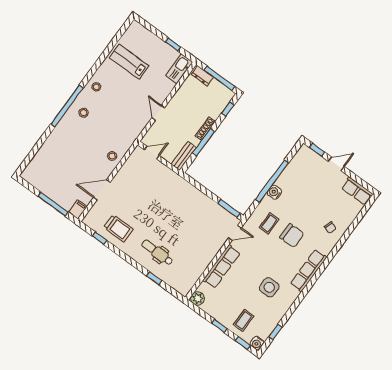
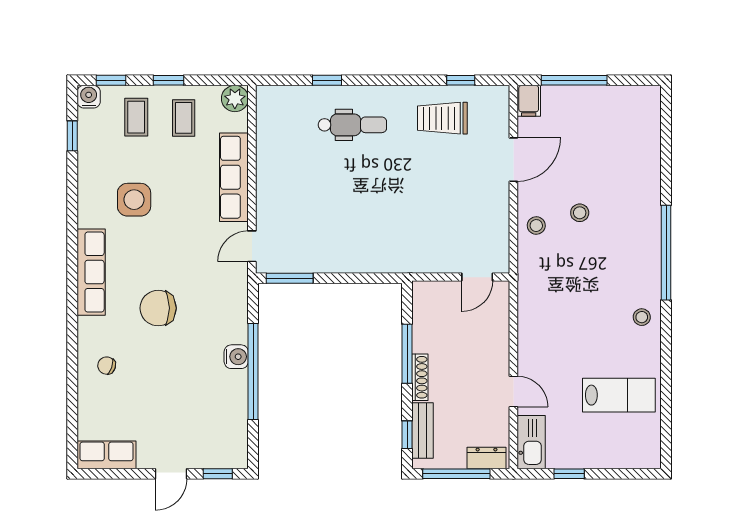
stool: (84, 113) -> (580, 213), moved
door: (158, 113) -> (513, 392), moved
bench: (184, 156) -> (423, 431), moved
coffee table: (269, 223) -> (184, 118), moved

